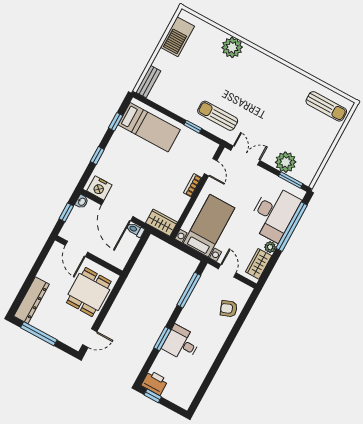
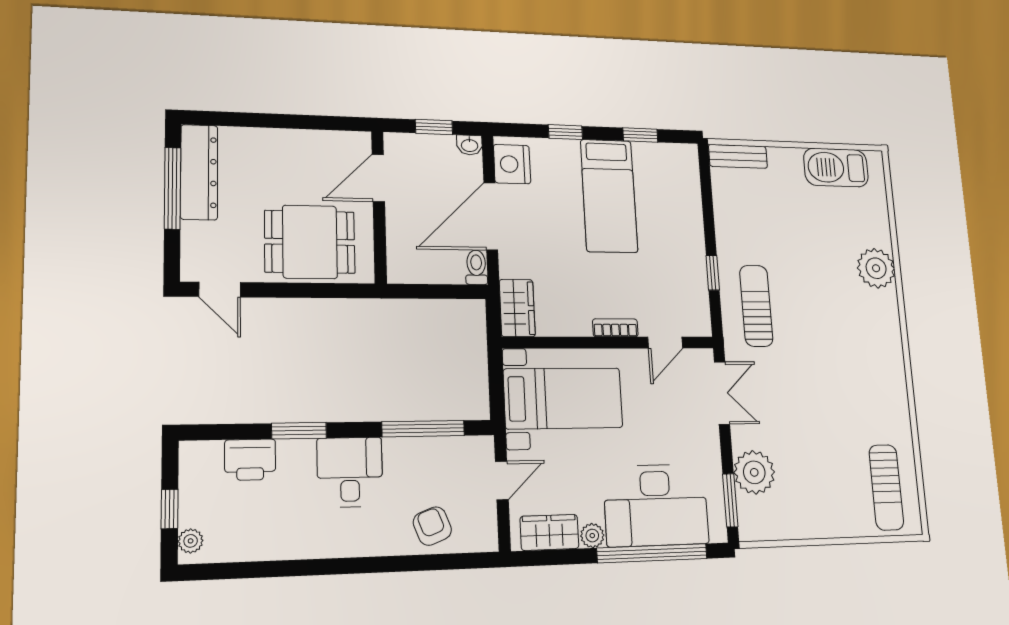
bed: (149, 127) -> (609, 196), moved
dresser: (32, 300) -> (199, 172), moved, turned -90
desk: (181, 343) -> (350, 472), moved
printer: (155, 383) -> (250, 460), moved, turned 90
window: (153, 396) -> (170, 509), moved
plant: (181, 402) -> (191, 541), added

